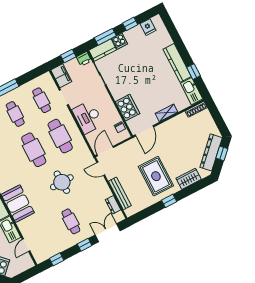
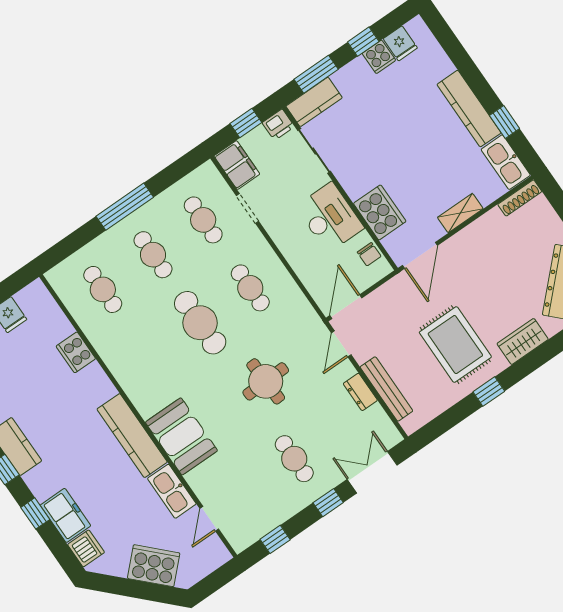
cooker: (120, 41) -> (379, 57), moved
desk: (88, 117) -> (330, 217), moved, turned 180
cafe table: (60, 136) -> (250, 288), width x0.73, depth x0.74
door: (101, 169) -> (341, 344), hinge flipped
dresser: (113, 205) -> (360, 392), moved

